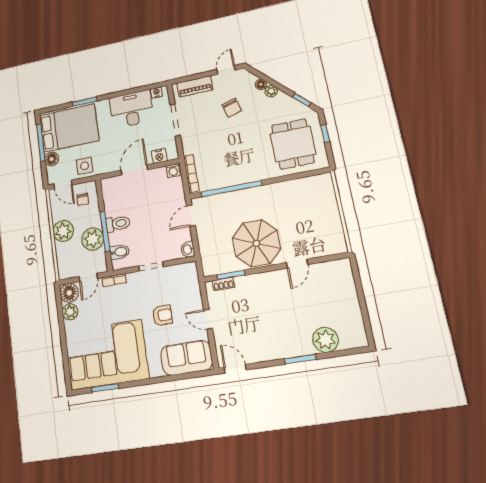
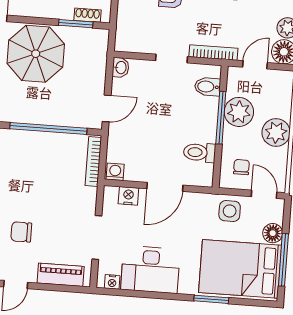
chair: (232, 108) -> (21, 232), turned -74
toilet: (118, 224) -> (199, 152), moved
bookcase: (114, 280) -> (213, 53), width x1.56

